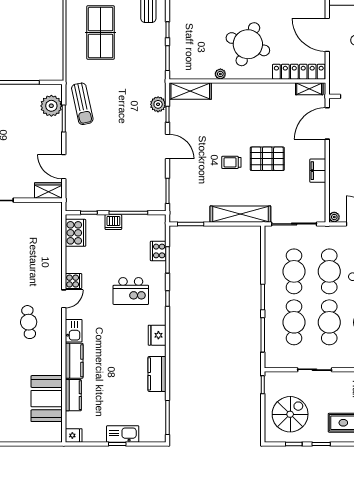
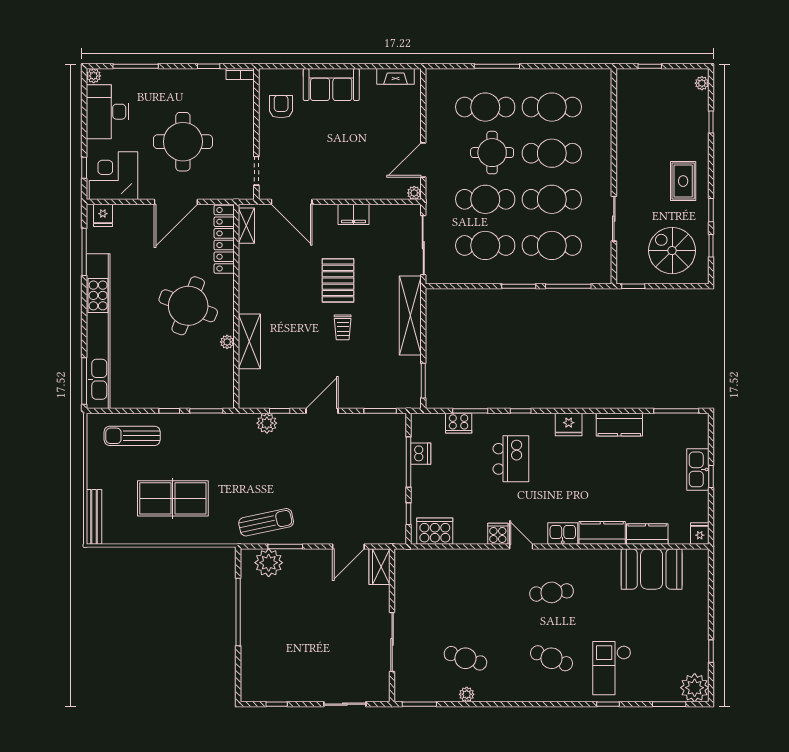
shelving: (190, 91) -> (249, 341), moved
dishwasher: (113, 222) -> (421, 454), moved

